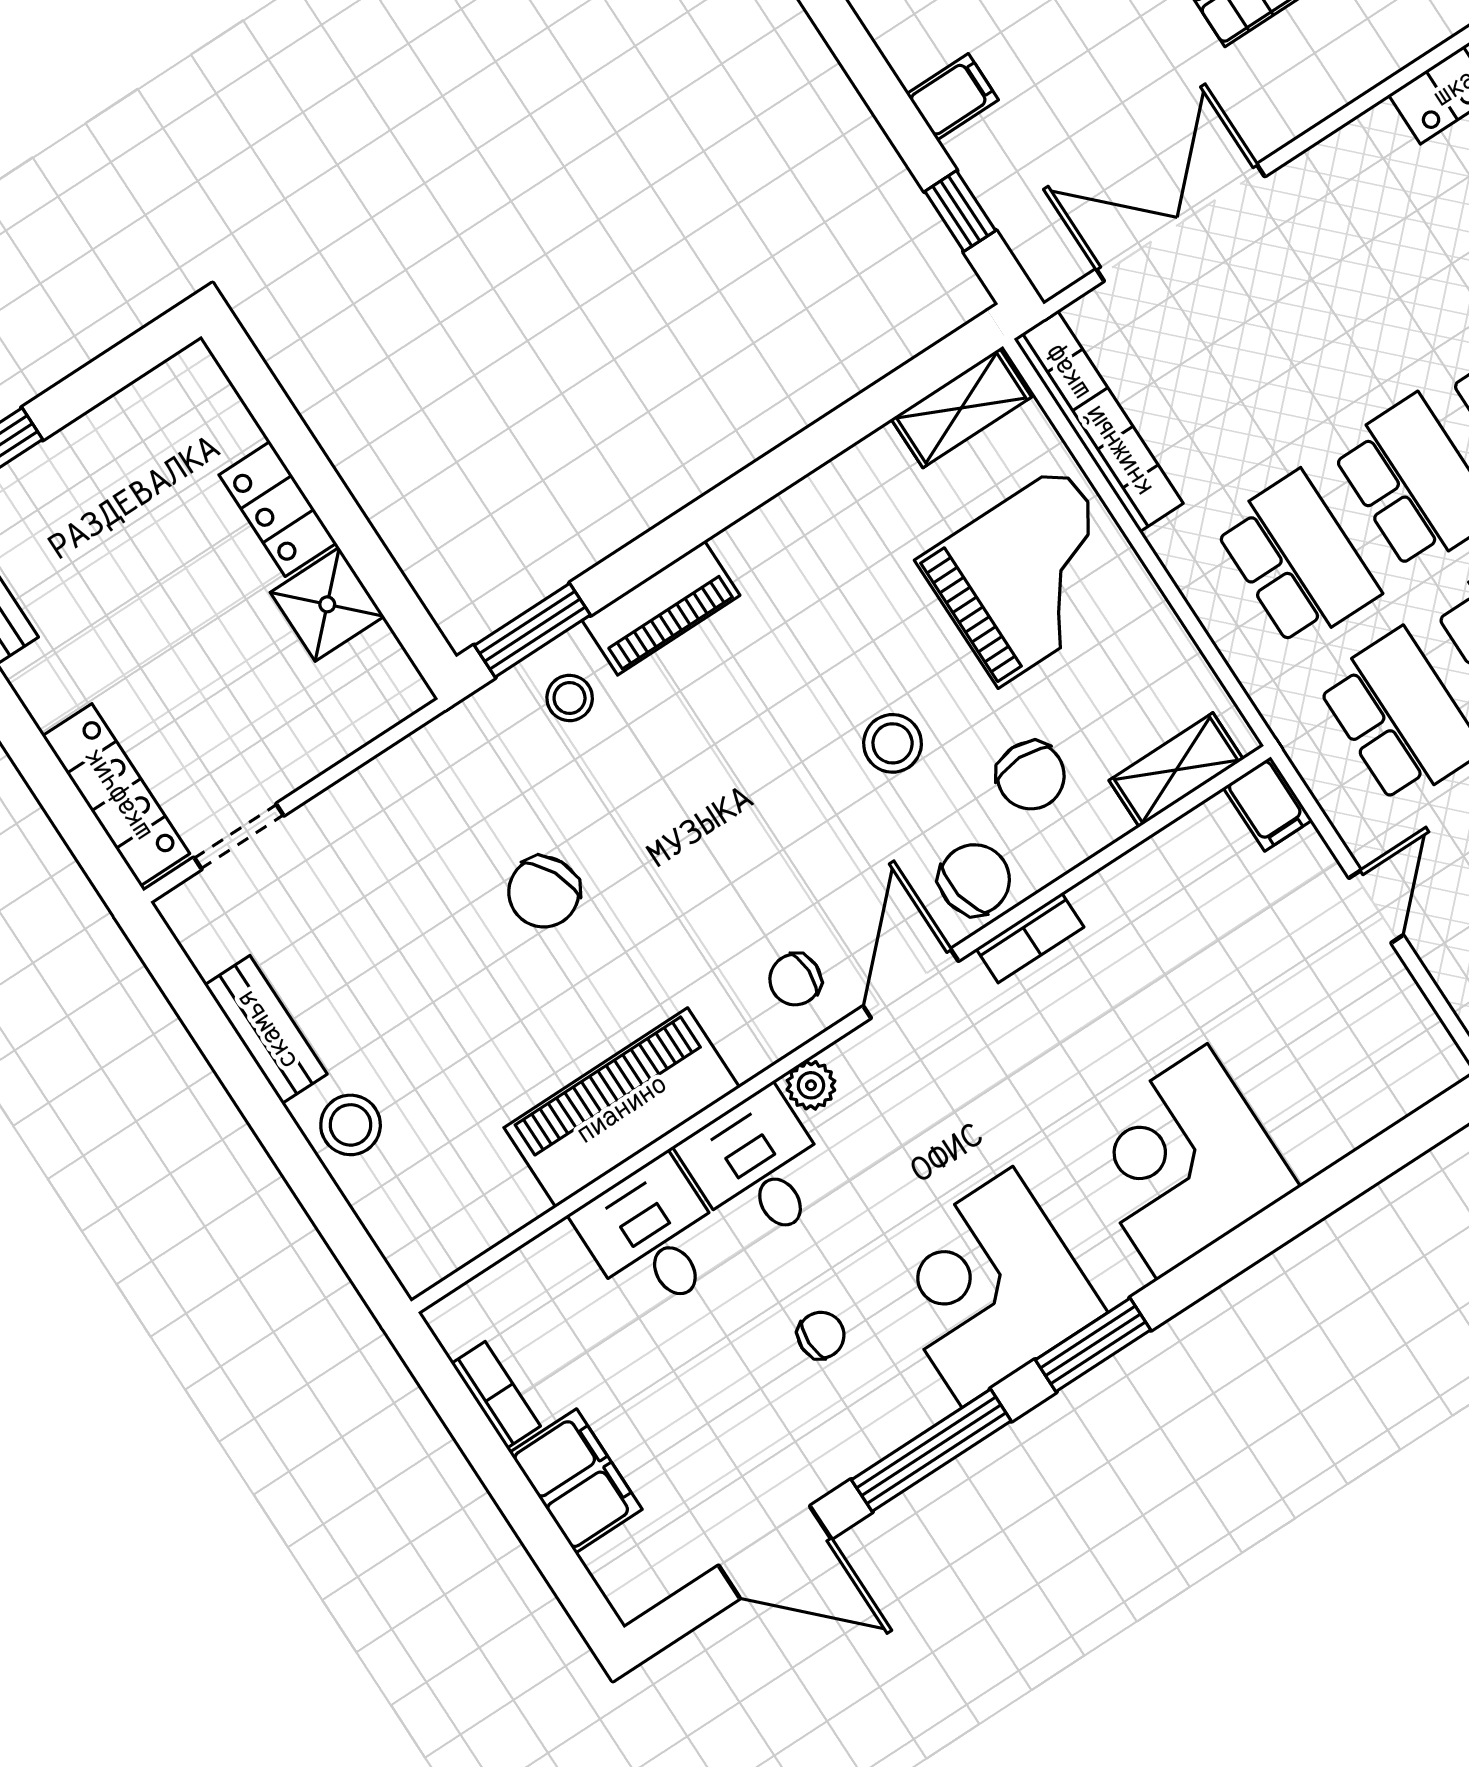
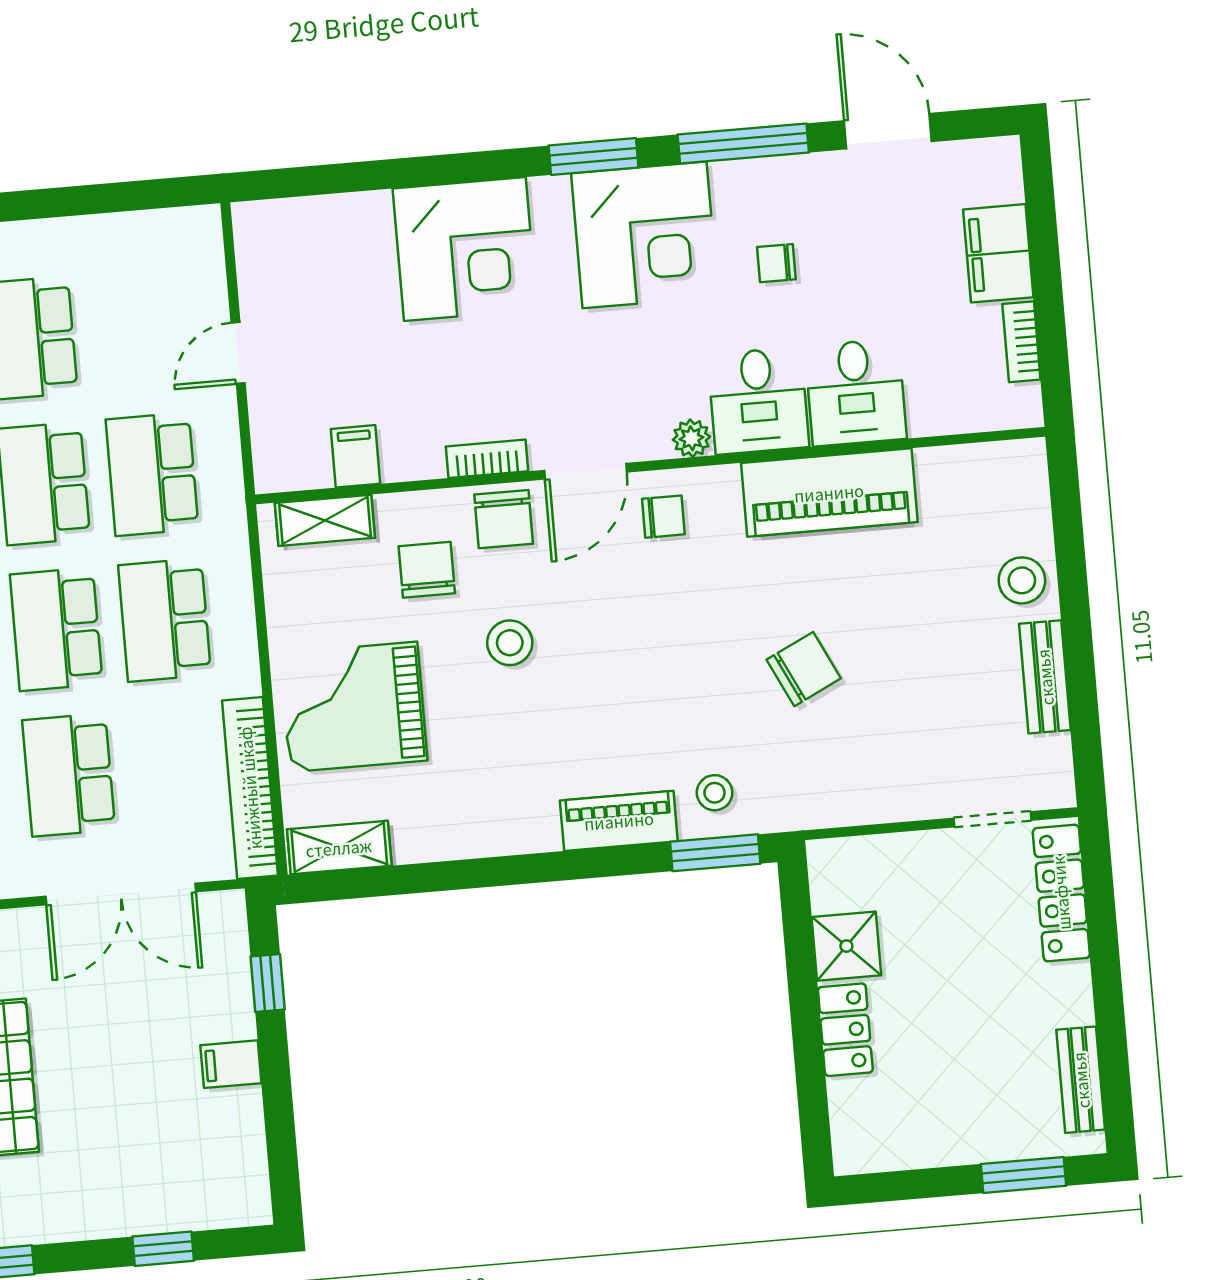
school desk: (1312, 326) -> (69, 775), added
filing cabinet: (1268, 804) -> (355, 456), moved
chair: (975, 880) -> (504, 519), turned -80

